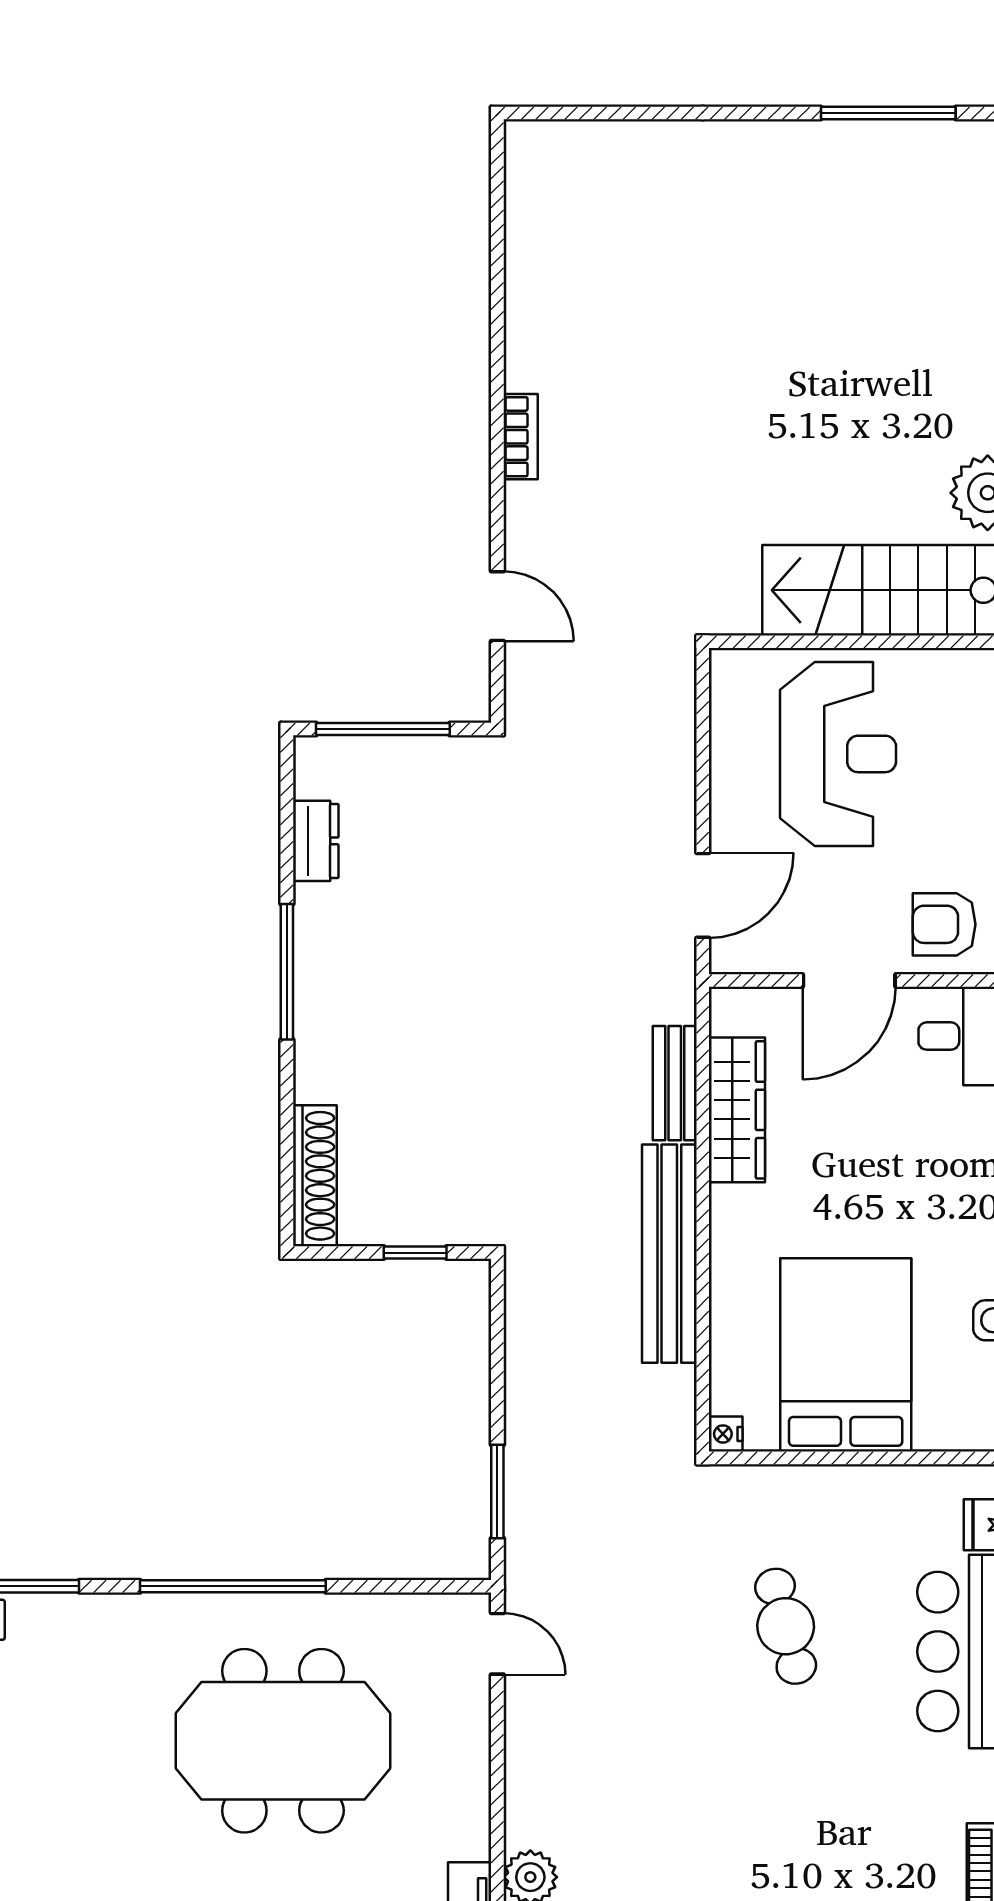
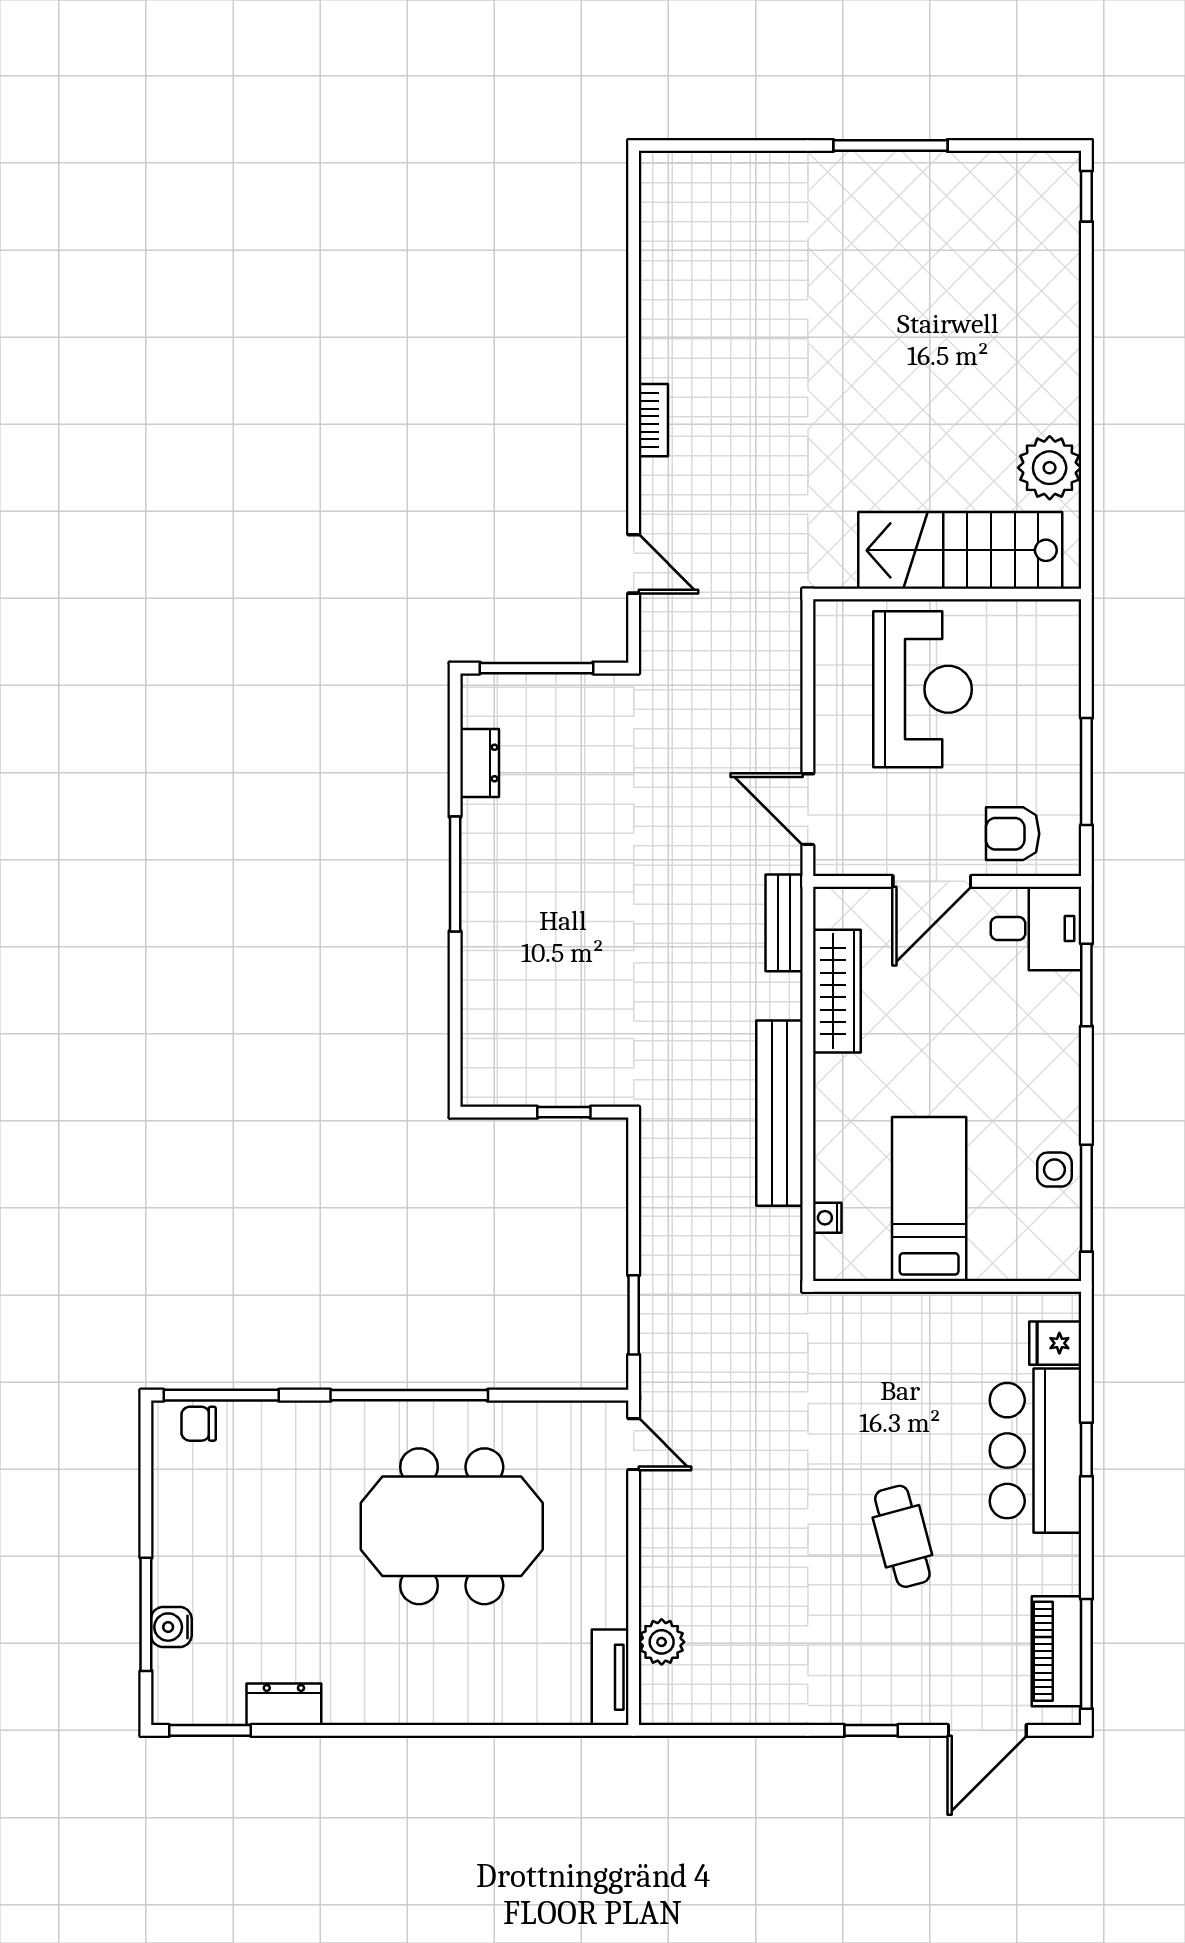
window: (888, 113) -> (890, 146), moved
door: (703, 895) -> (808, 809), swing flipped
bench: (675, 1083) -> (784, 923), moved
shoe rack: (315, 1176) -> (479, 1047), removed
bed: (846, 1355) -> (929, 1199), width x0.67
nightstand: (726, 1434) -> (827, 1218), moved
cafe table: (786, 1626) -> (902, 1536), moved

